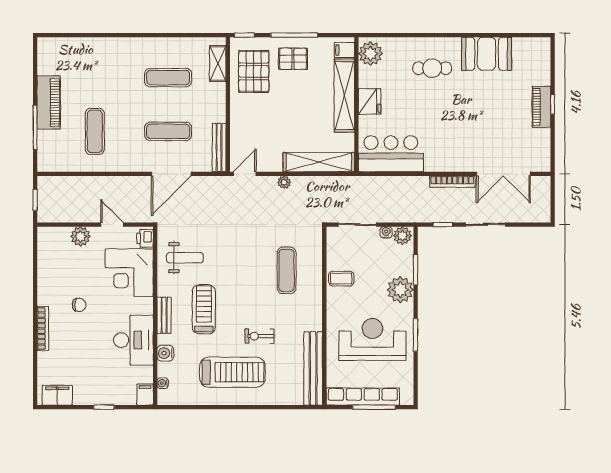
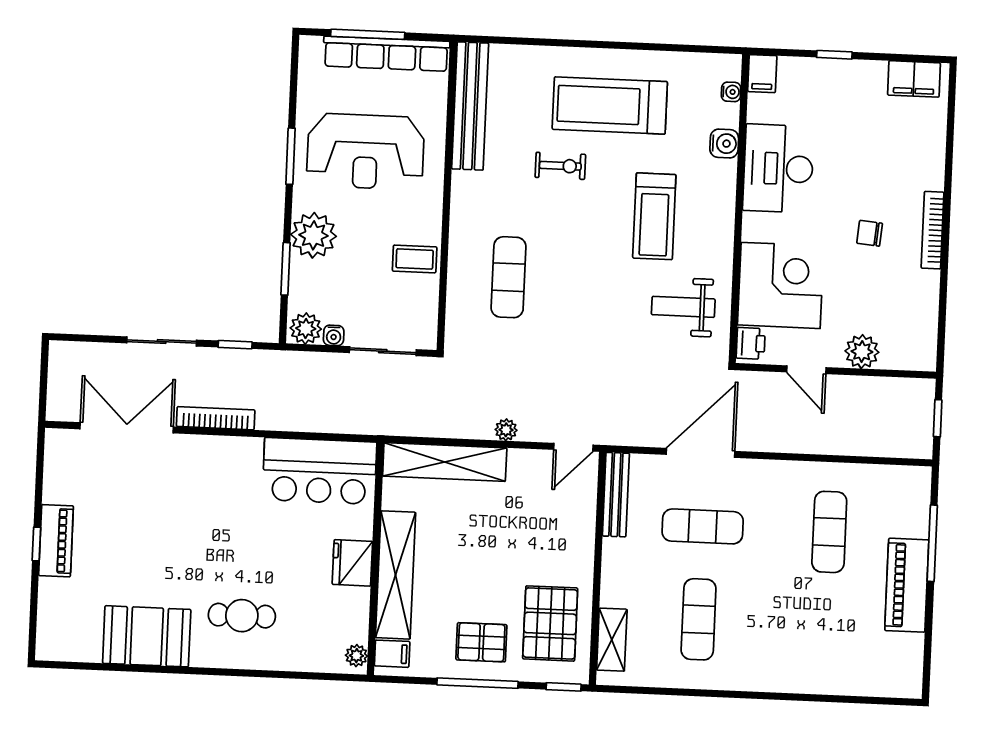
plant: (370, 54) -> (356, 656), width x0.53, depth x0.53
exercise mat: (168, 78) -> (699, 619), turned 90
bench: (164, 315) -> (723, 209), removed
bookcase: (43, 328) -> (933, 230), moved

